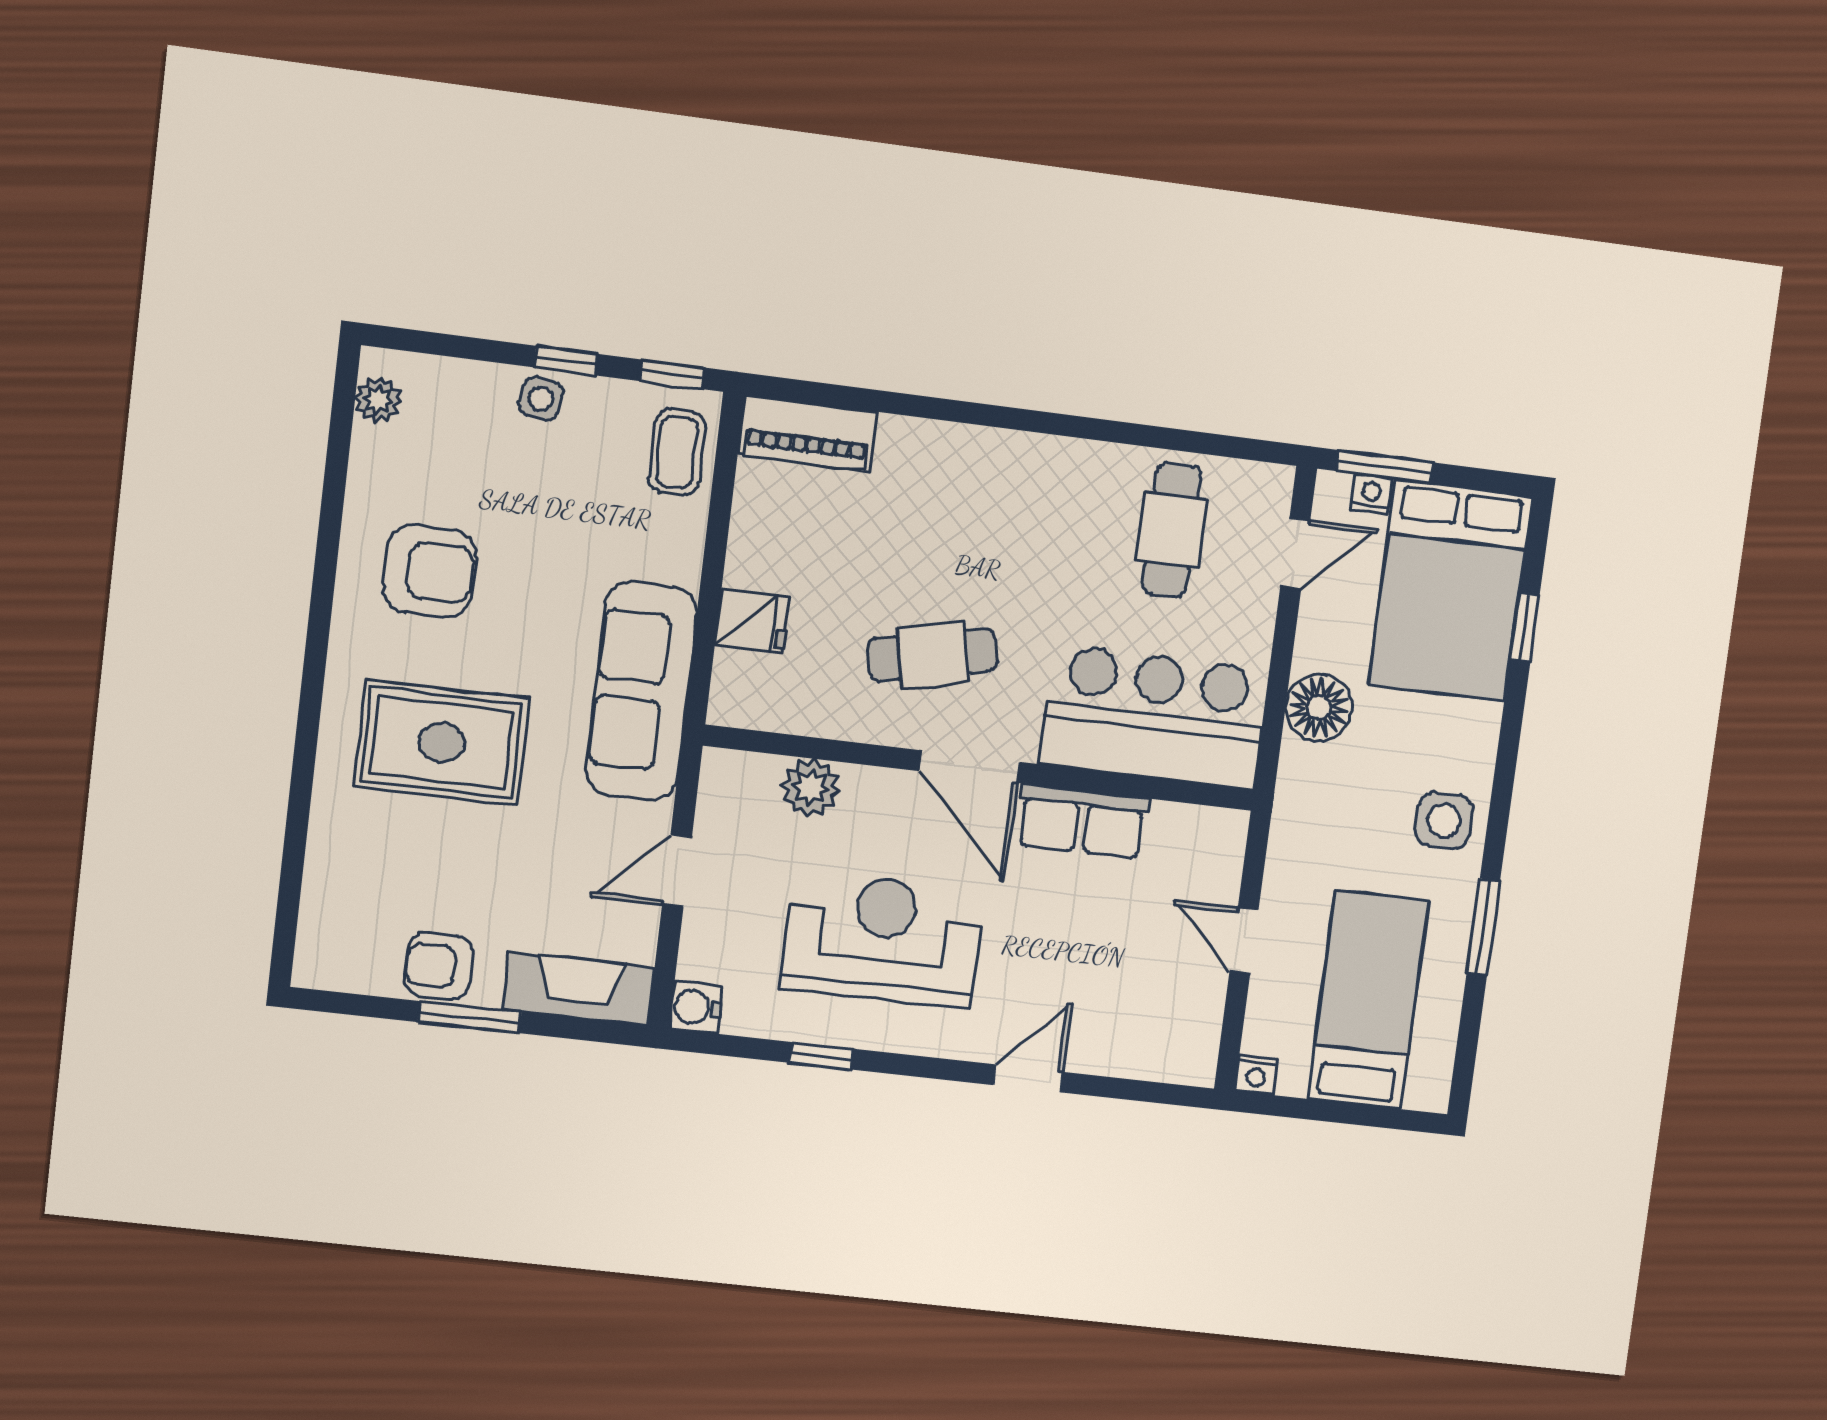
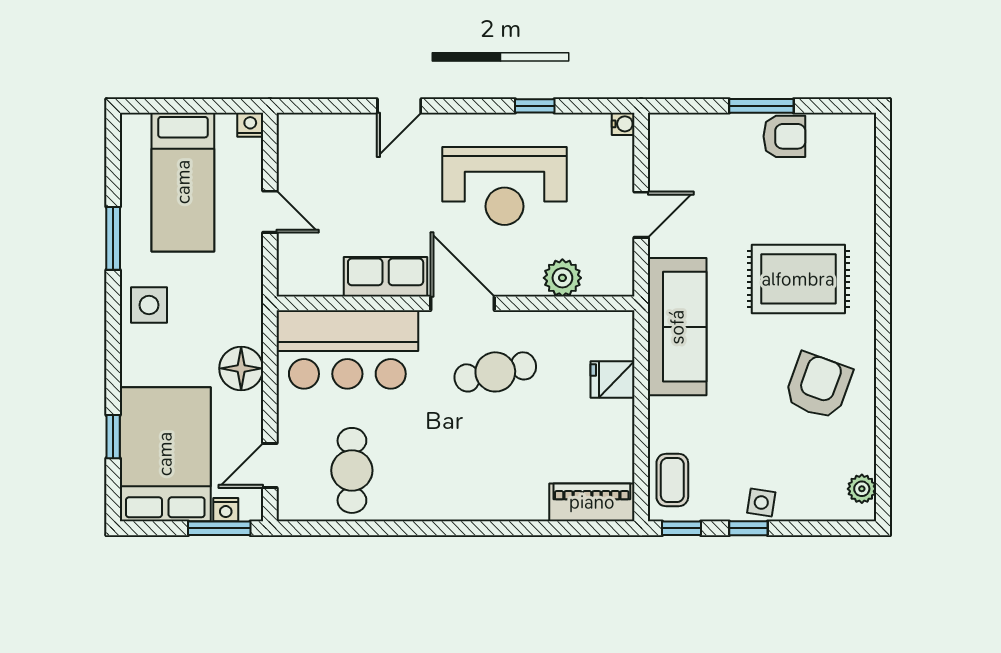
armchair: (429, 571) -> (818, 386), turned 110
fireplace: (579, 989) -> (694, 132), removed
water cooler: (696, 1007) -> (623, 124), width x0.72, depth x0.72

